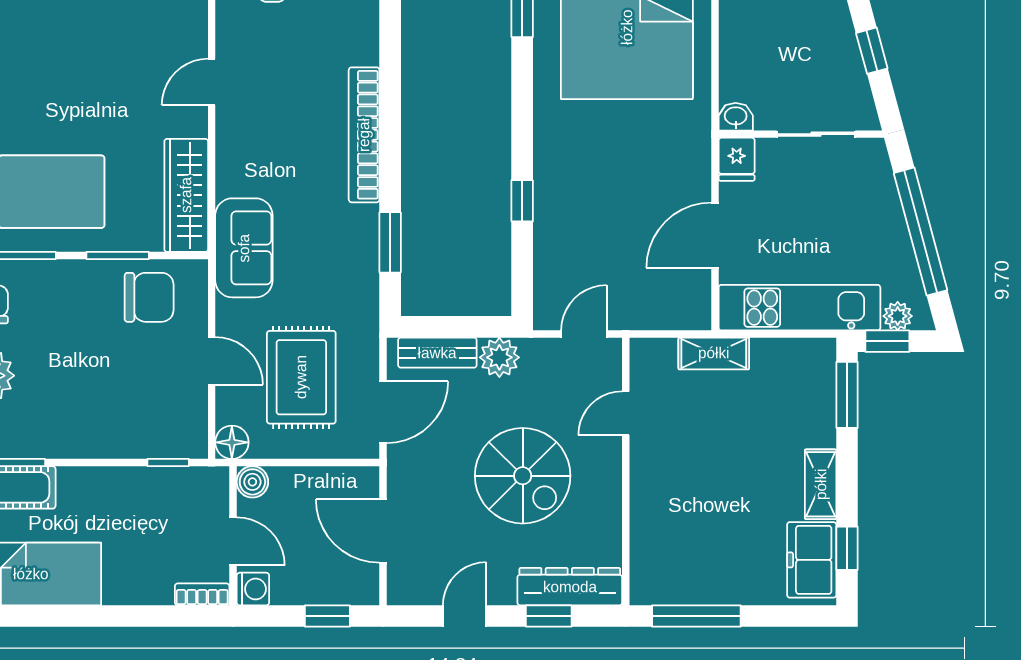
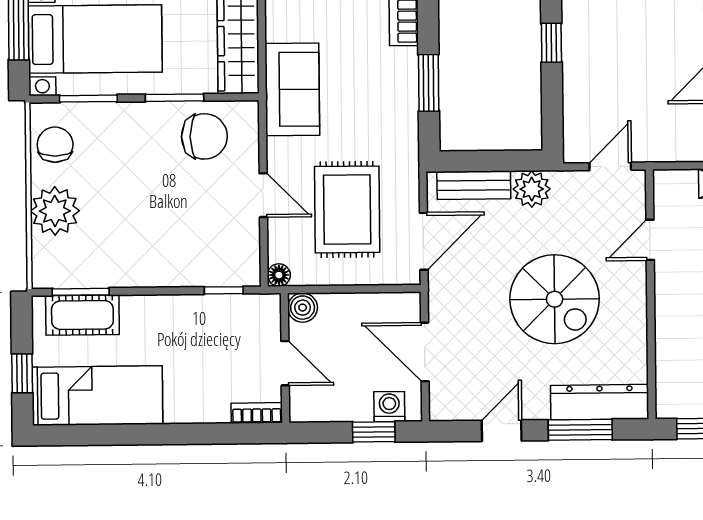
floor lamp: (232, 442) -> (279, 275), width x0.73, depth x0.73
washing machine: (253, 589) -> (389, 407), moved, turned -90
window: (549, 616) -> (580, 430), width x1.50

